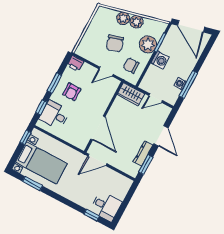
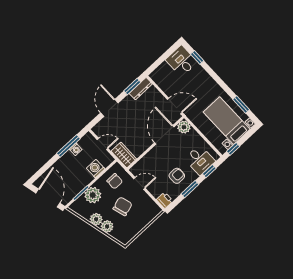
washing machine: (160, 60) -> (96, 169), moved
plant: (81, 142) -> (184, 127), added
dresser: (143, 153) -> (141, 89), moved

